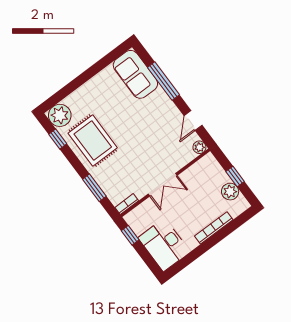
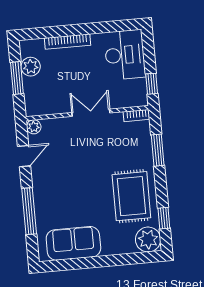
sofa: (135, 74) -> (73, 243), moved, turned -90
window: (235, 176) -> (17, 78), width x1.50

